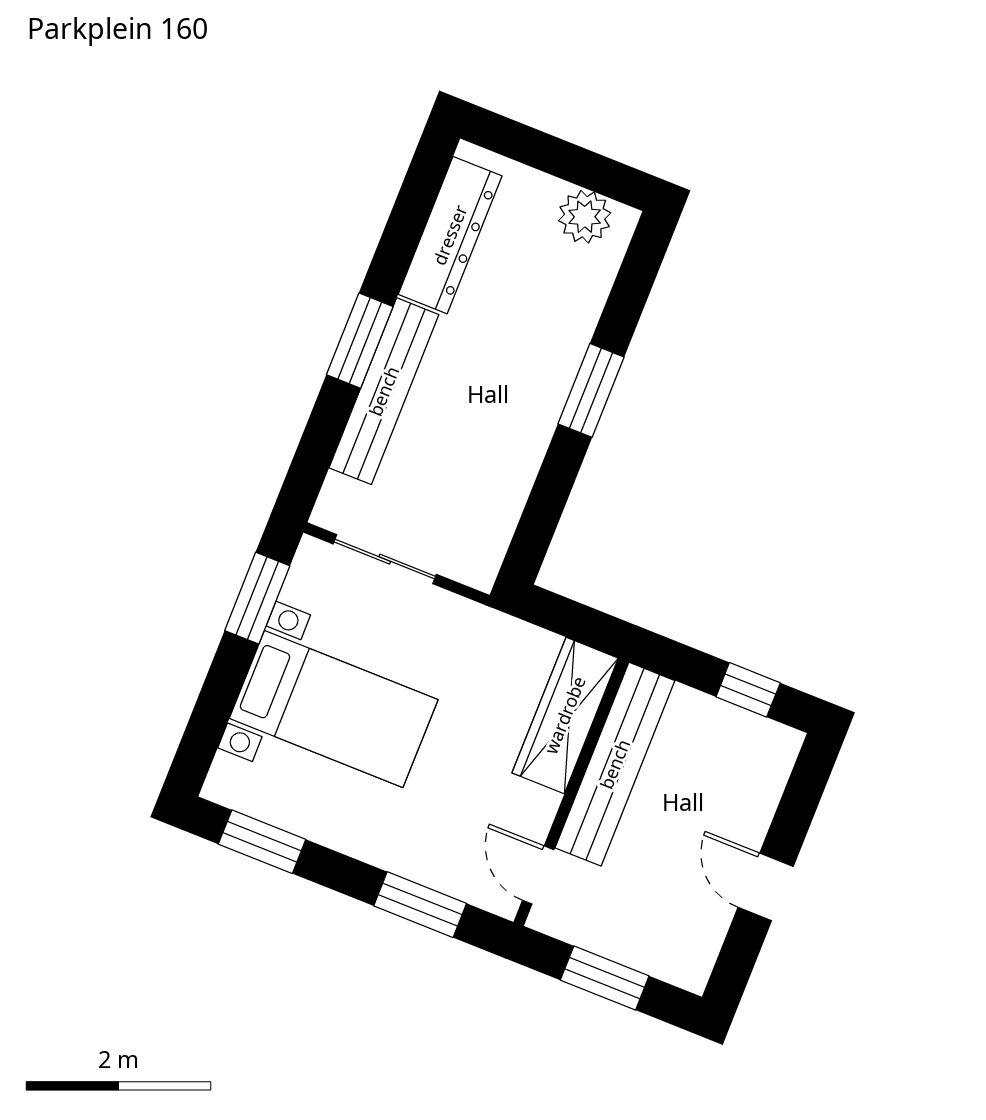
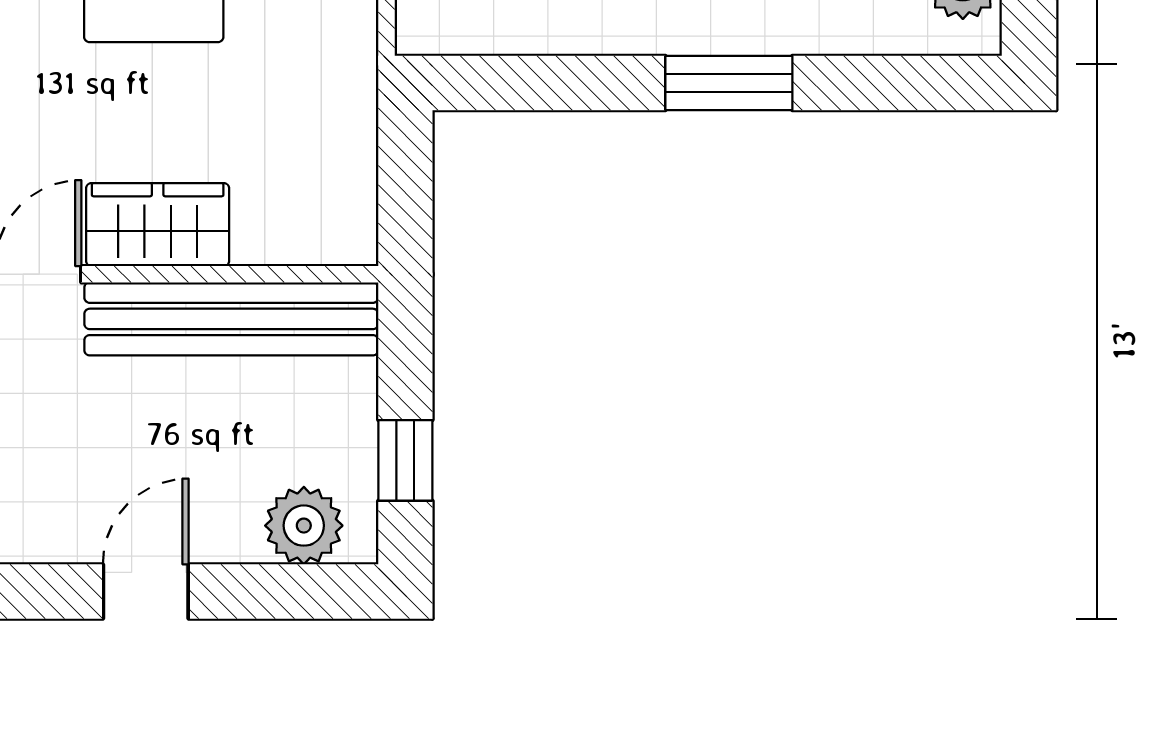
wardrobe: (565, 715) -> (158, 225), moved, width x0.67
plant: (764, 770) -> (304, 526), added

